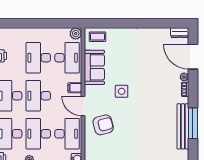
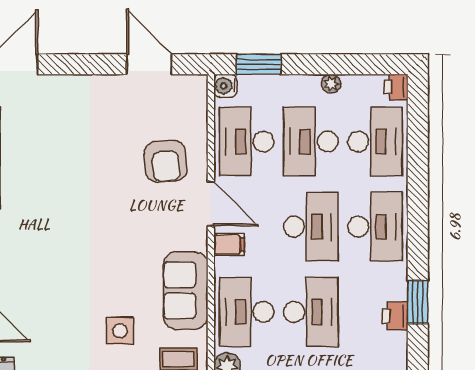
side table: (122, 91) -> (120, 331), moved
armchair: (103, 125) -> (166, 161), turned -81
desk: (38, 134) -> (311, 142), turned 180

